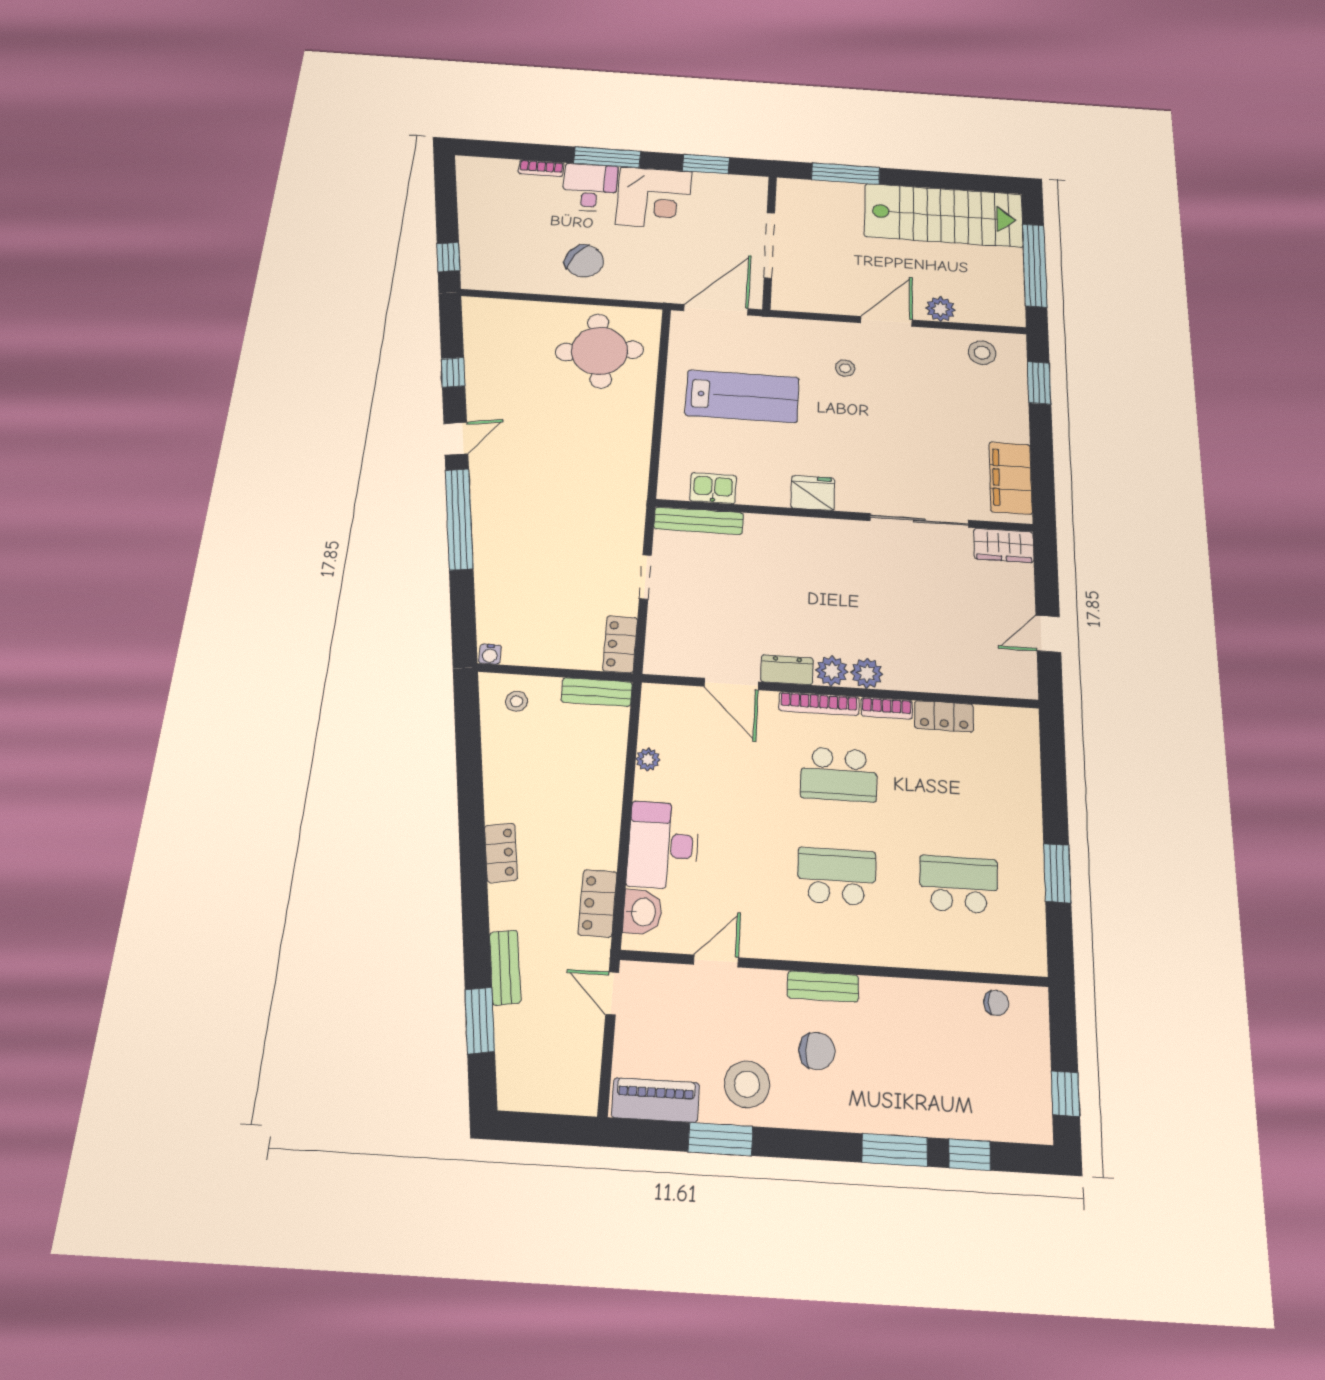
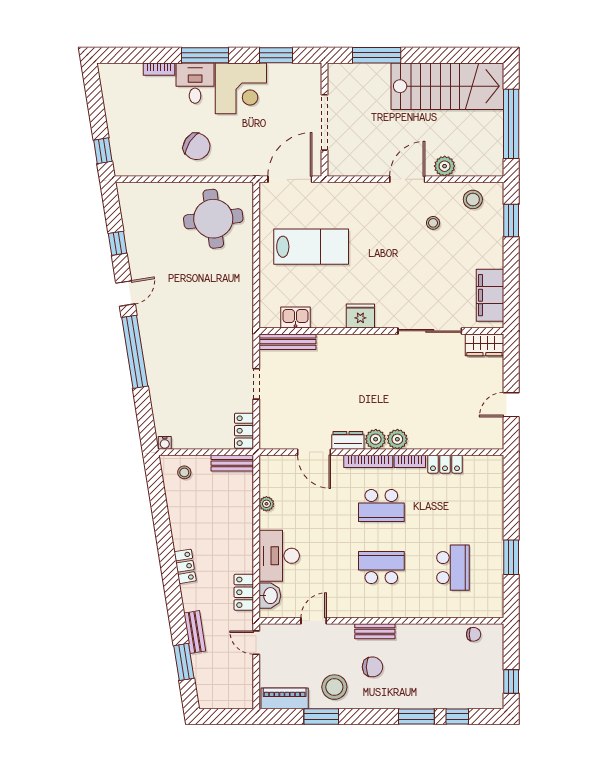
stool: (845, 368) -> (433, 223), moved
school desk: (959, 884) -> (453, 568), turned 90

